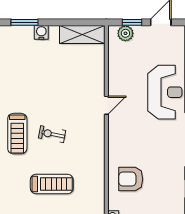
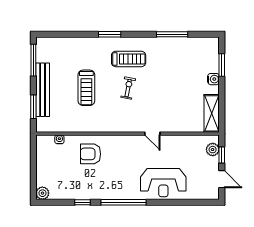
treadmill: (17, 134) -> (129, 59), turned 180
armchair: (131, 179) -> (91, 154), turned -90

